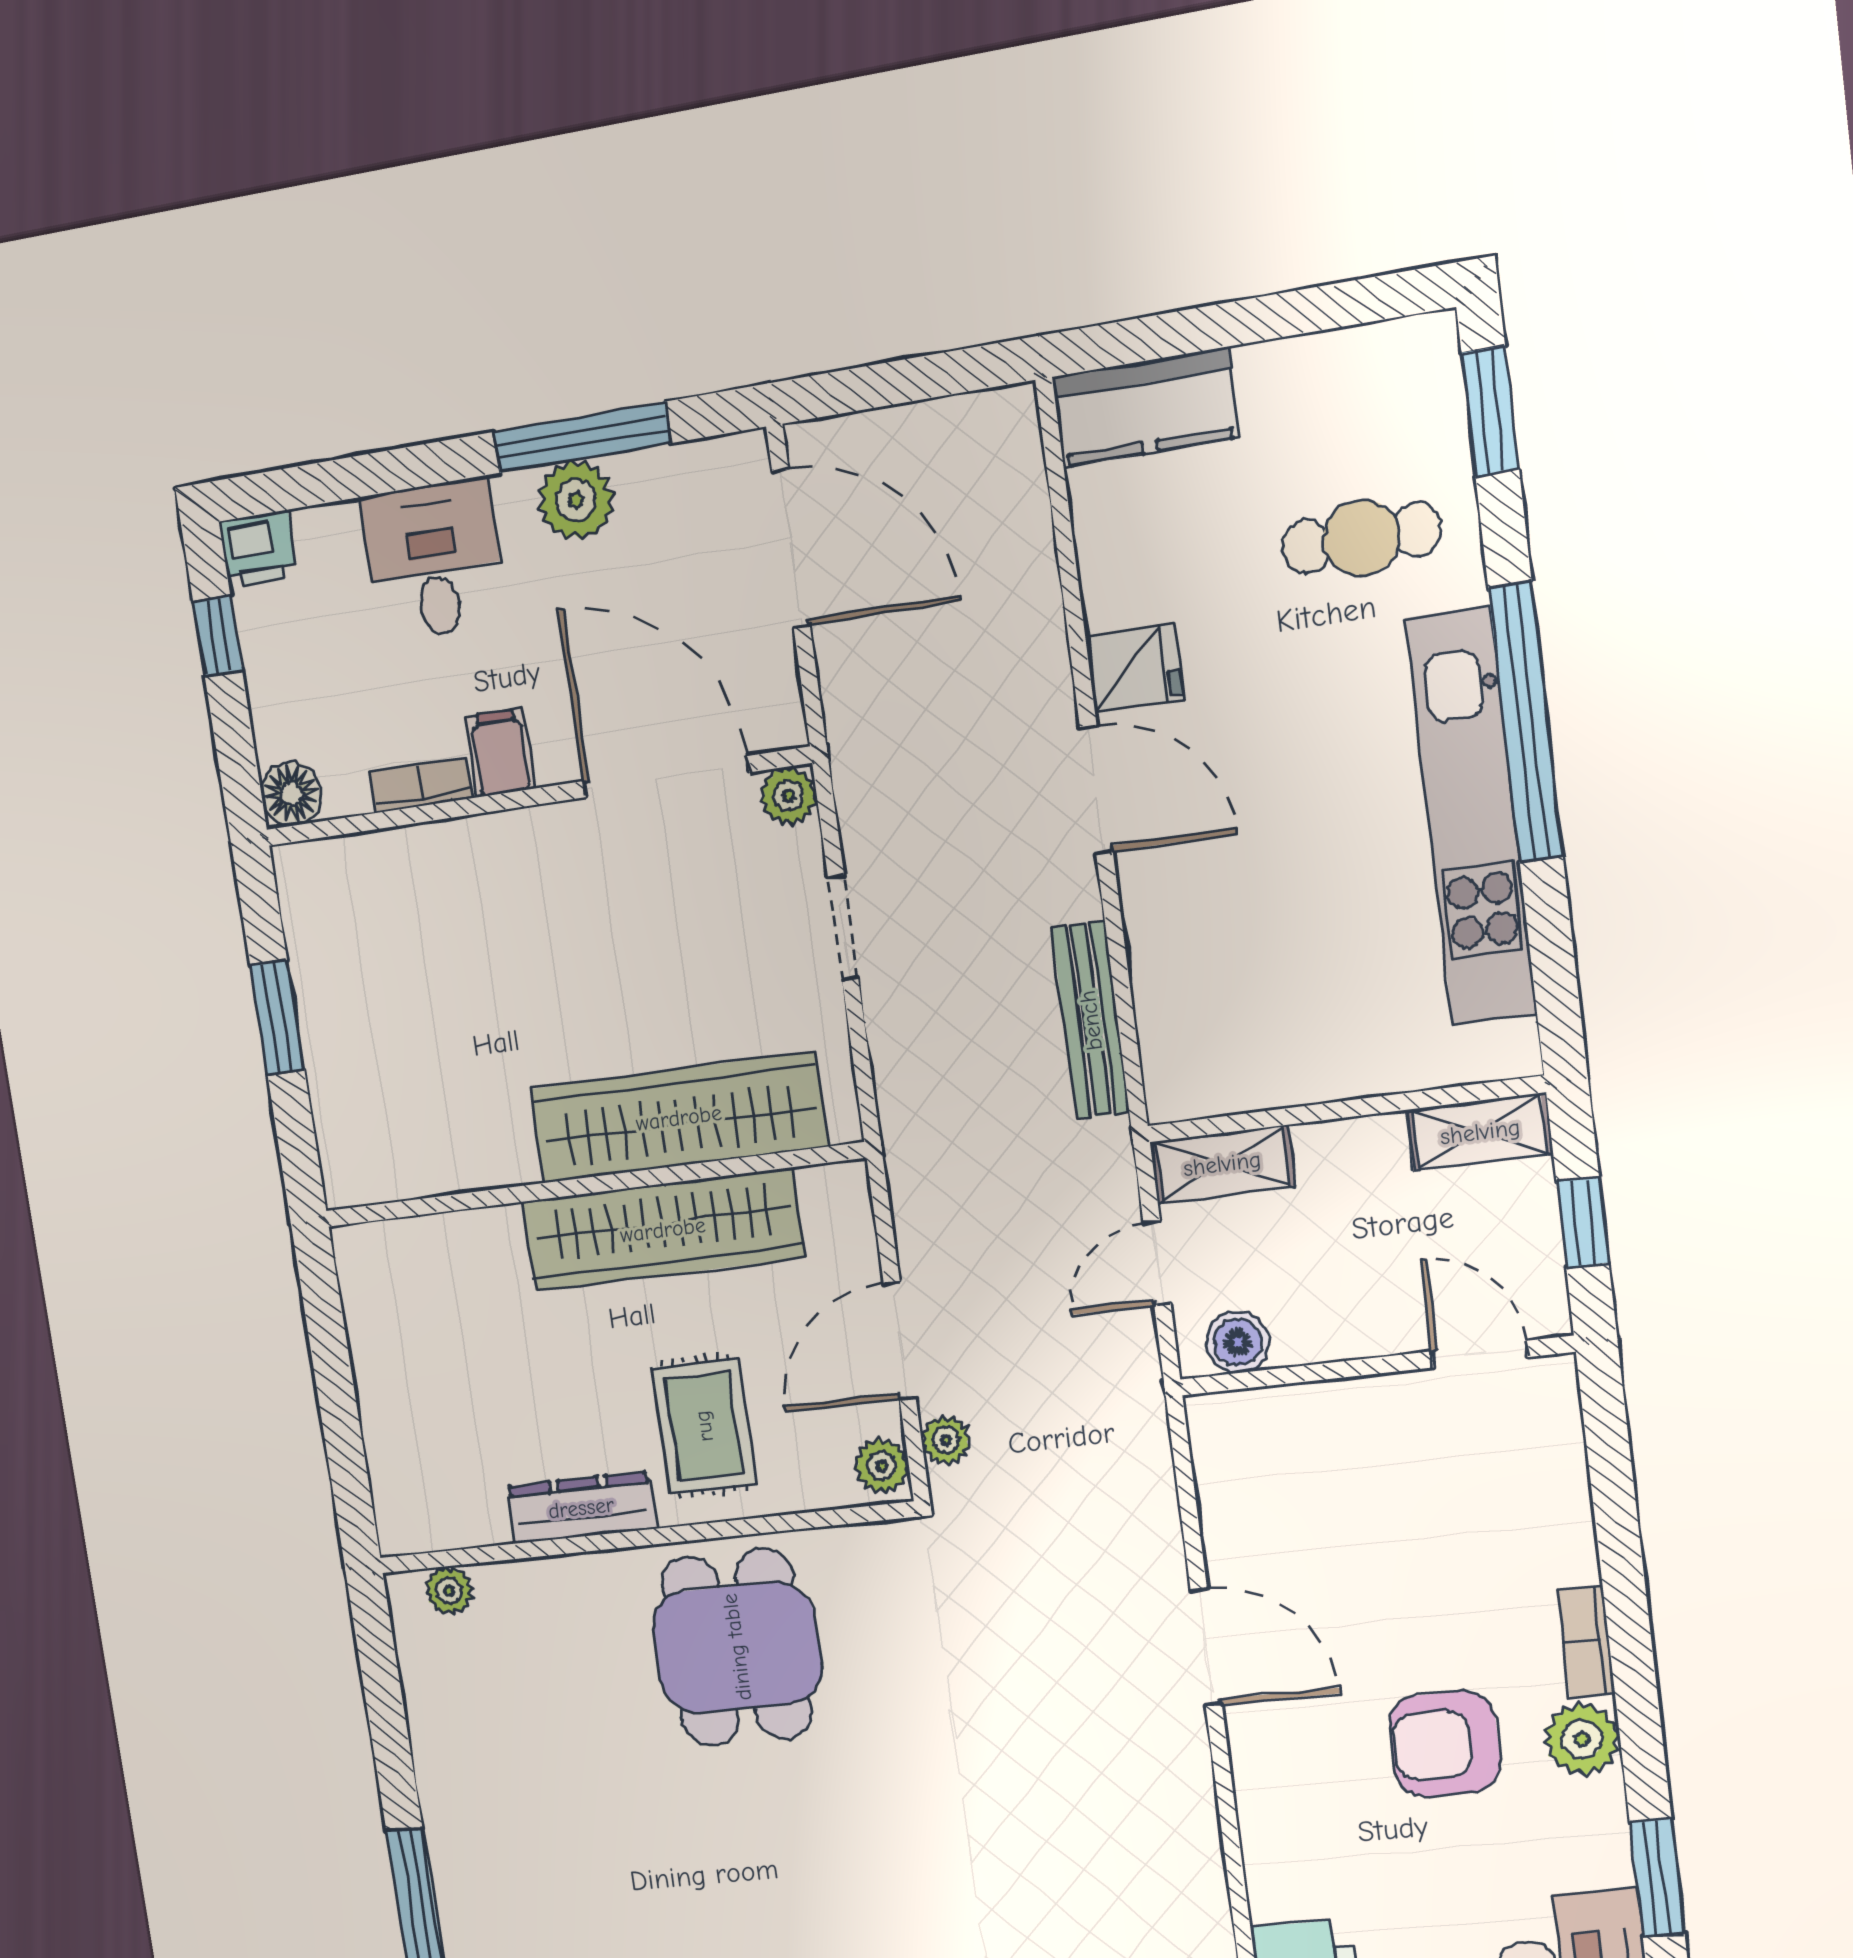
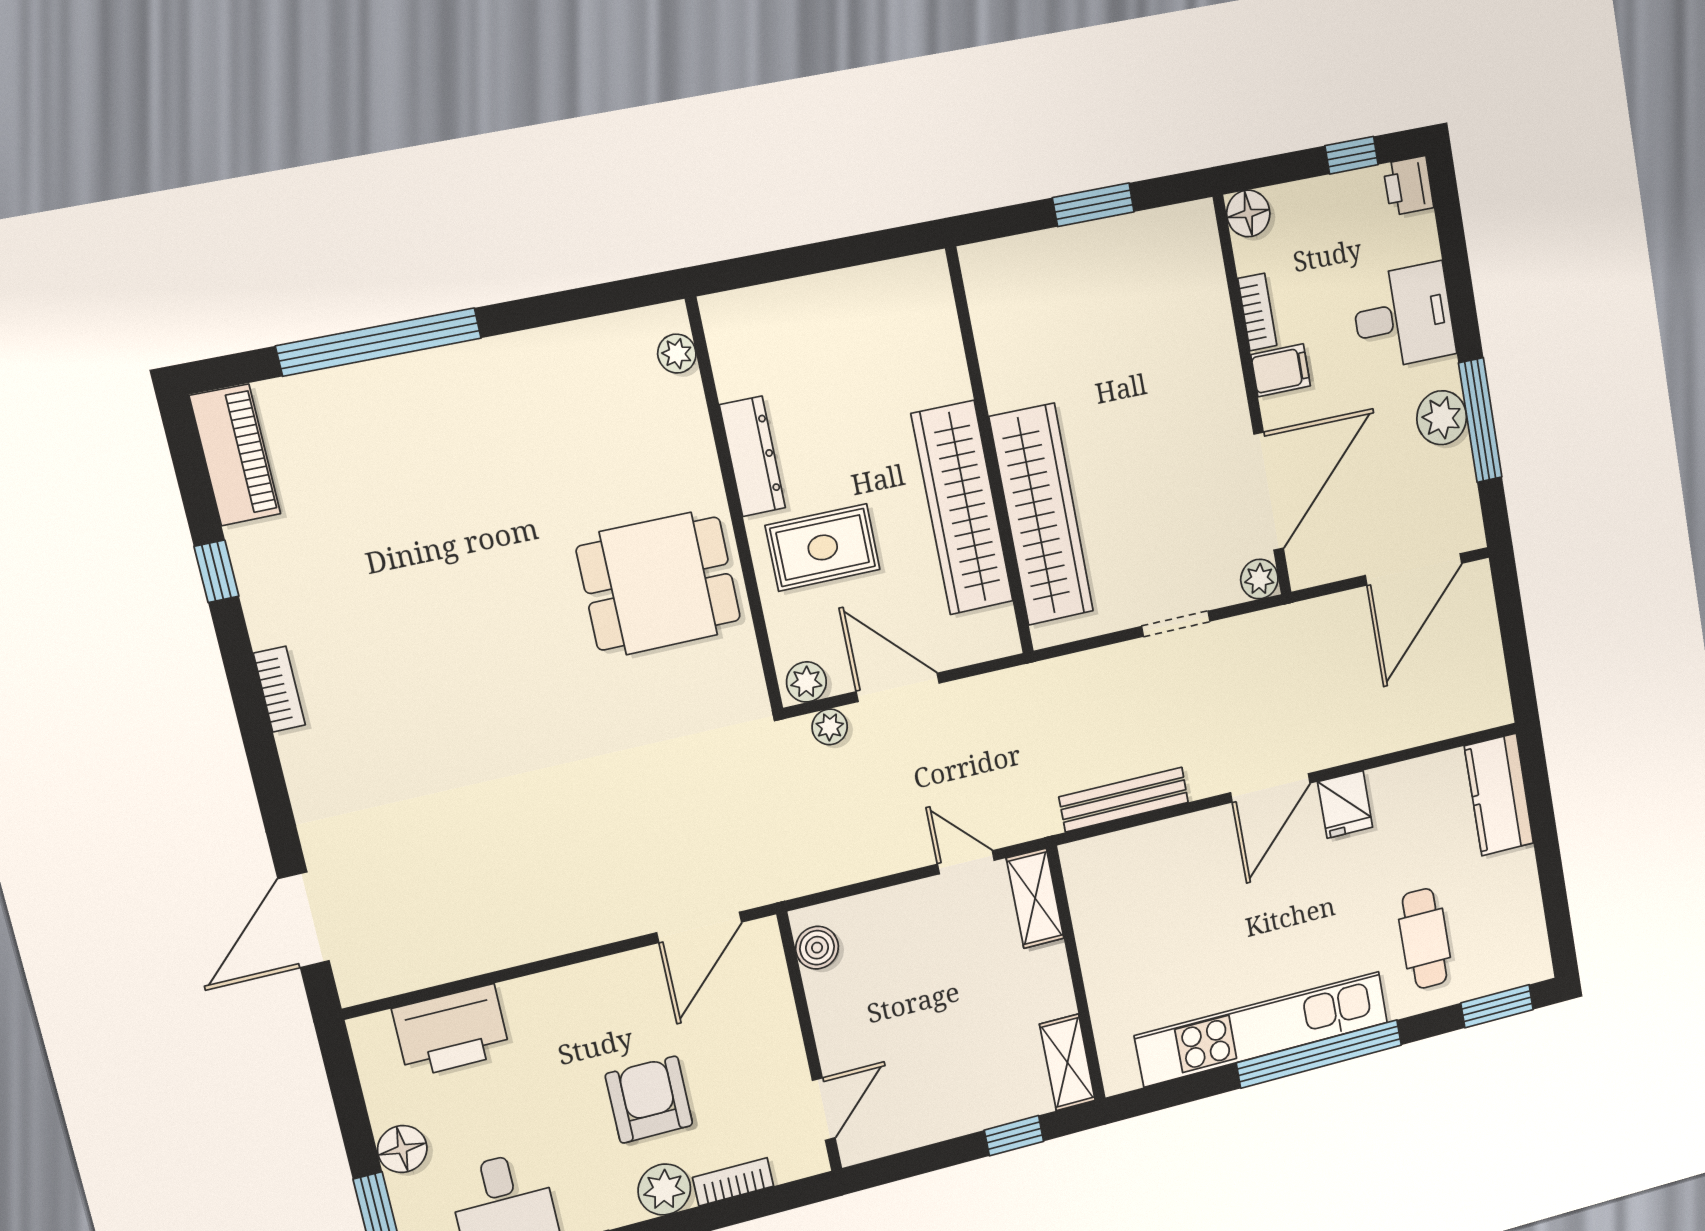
boiler: (1237, 1342) -> (817, 948), moved
door: (1479, 1354) -> (824, 1109), moved
wall: (1376, 1366) -> (810, 1042), moved

